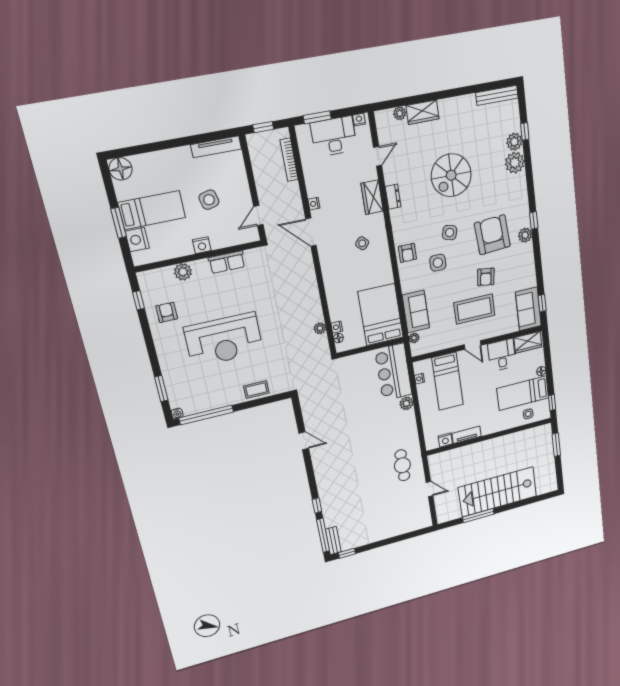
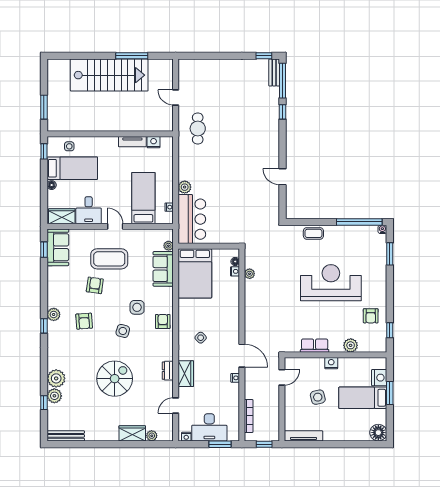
armchair: (492, 235) -> (84, 321), width x0.53, depth x0.53

